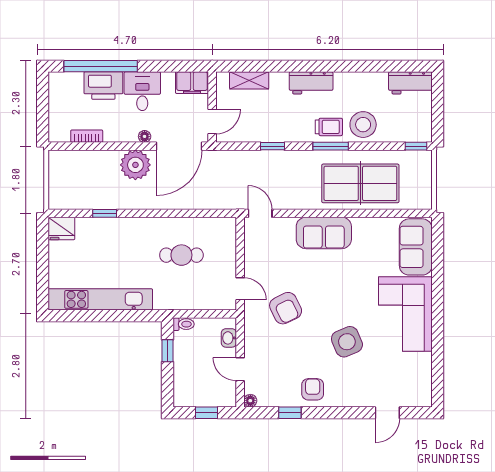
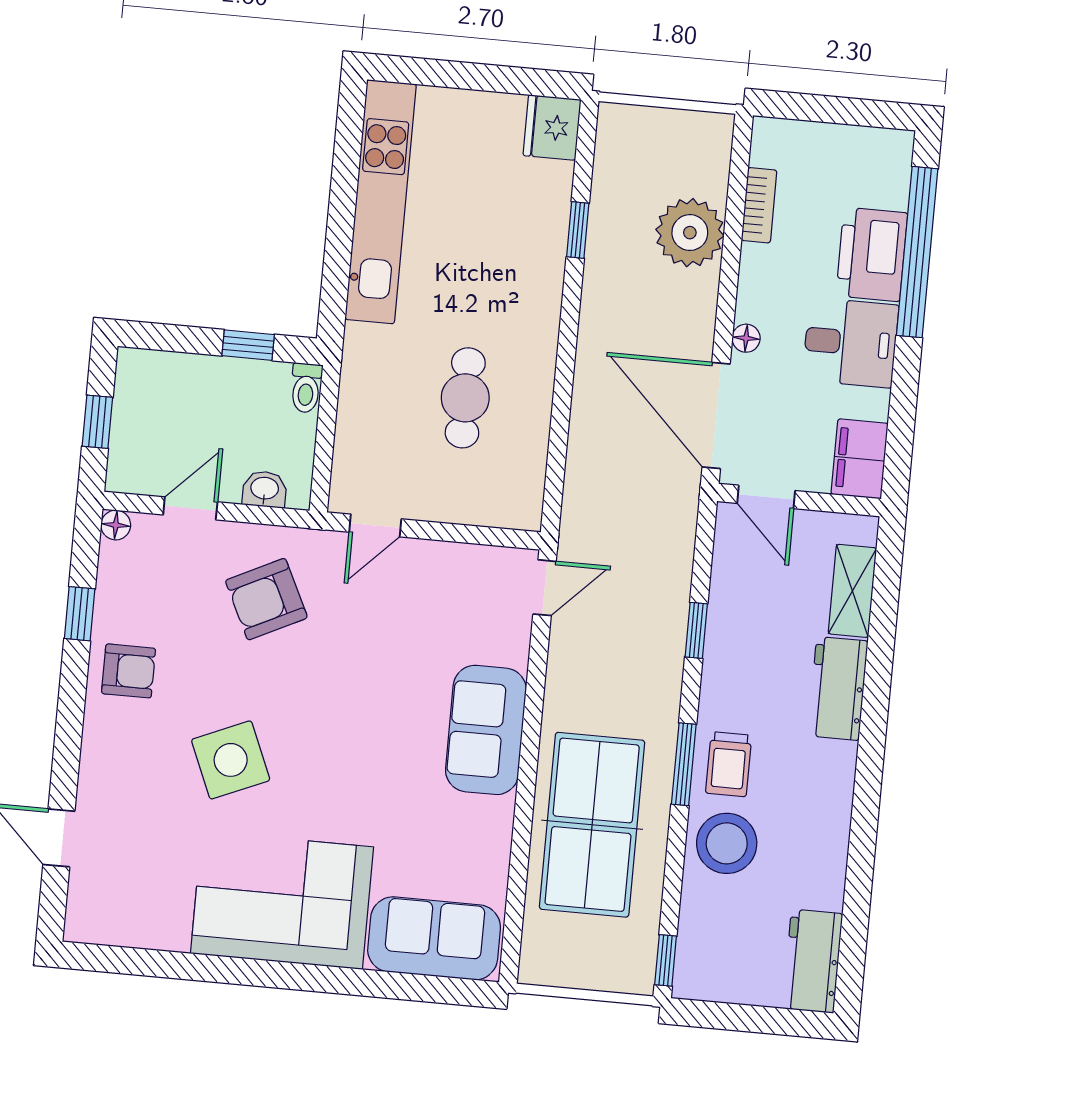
workbench: (311, 83) -> (838, 688), moved
plant: (135, 165) -> (690, 233), moved
armchair: (286, 308) -> (266, 599), moved

